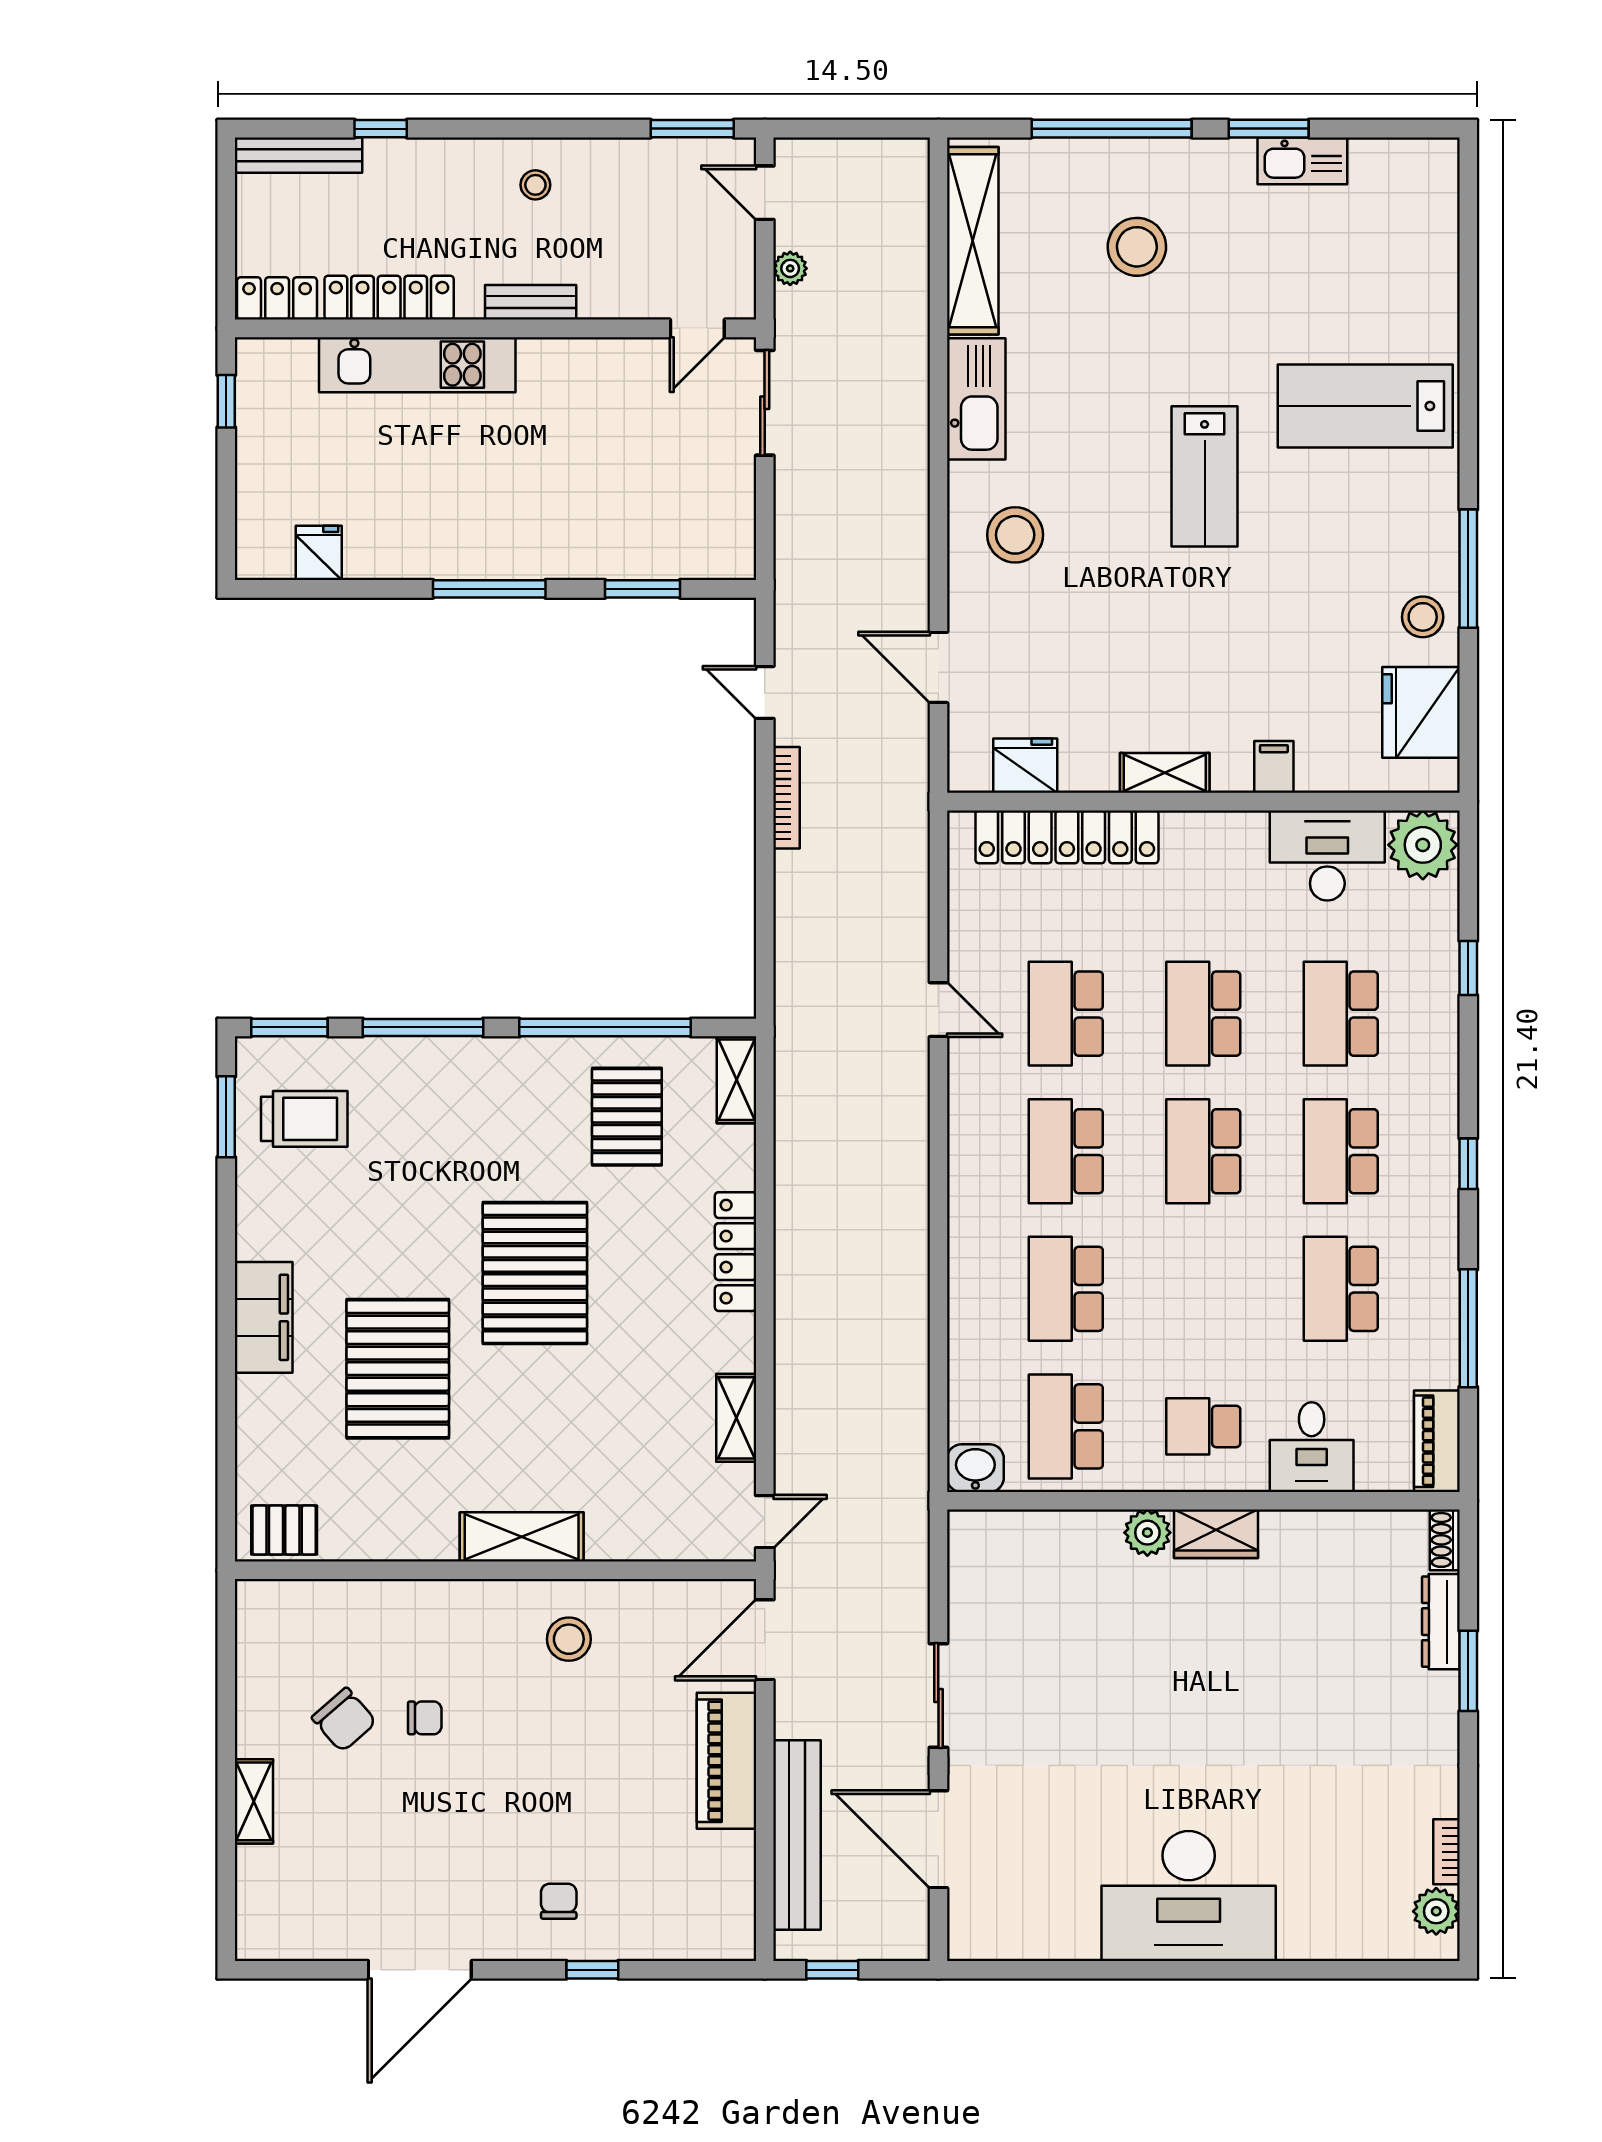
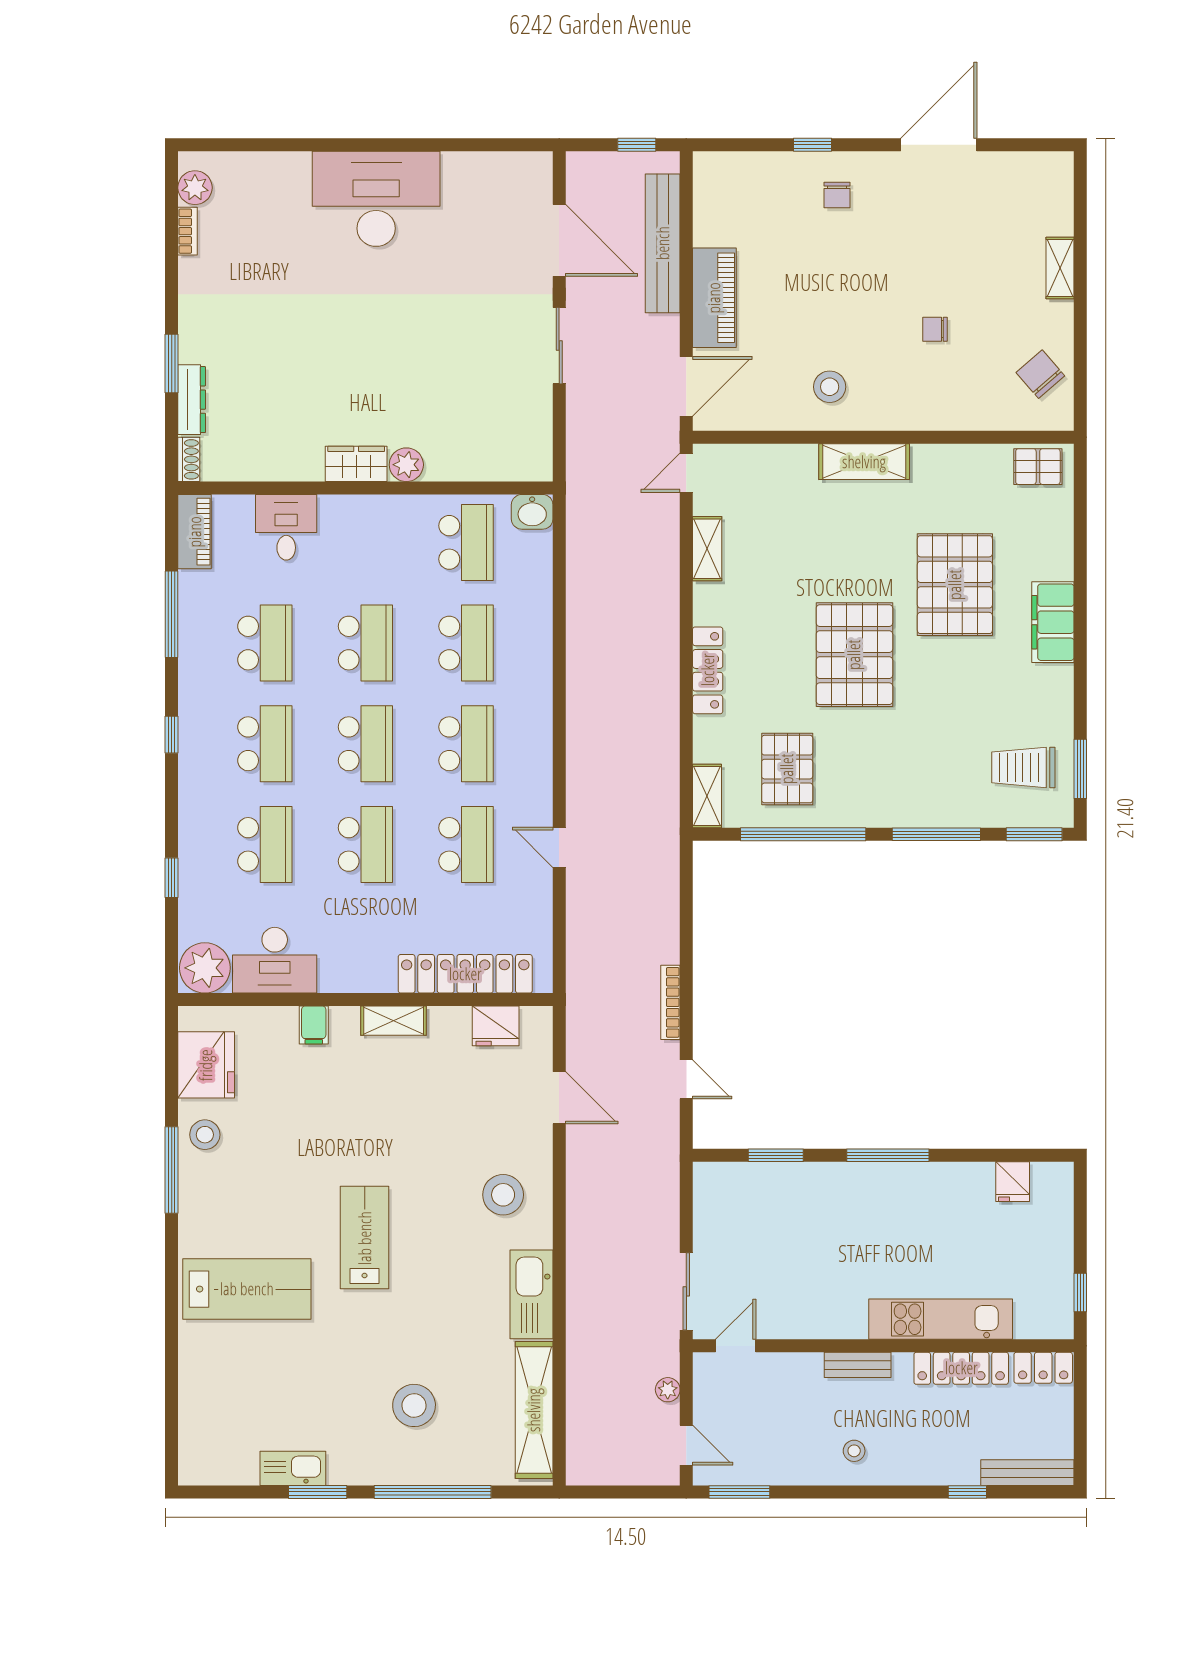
school desk: (1203, 1426) -> (365, 643), moved, width x1.85
chair: (344, 1720) -> (1040, 374), moved

